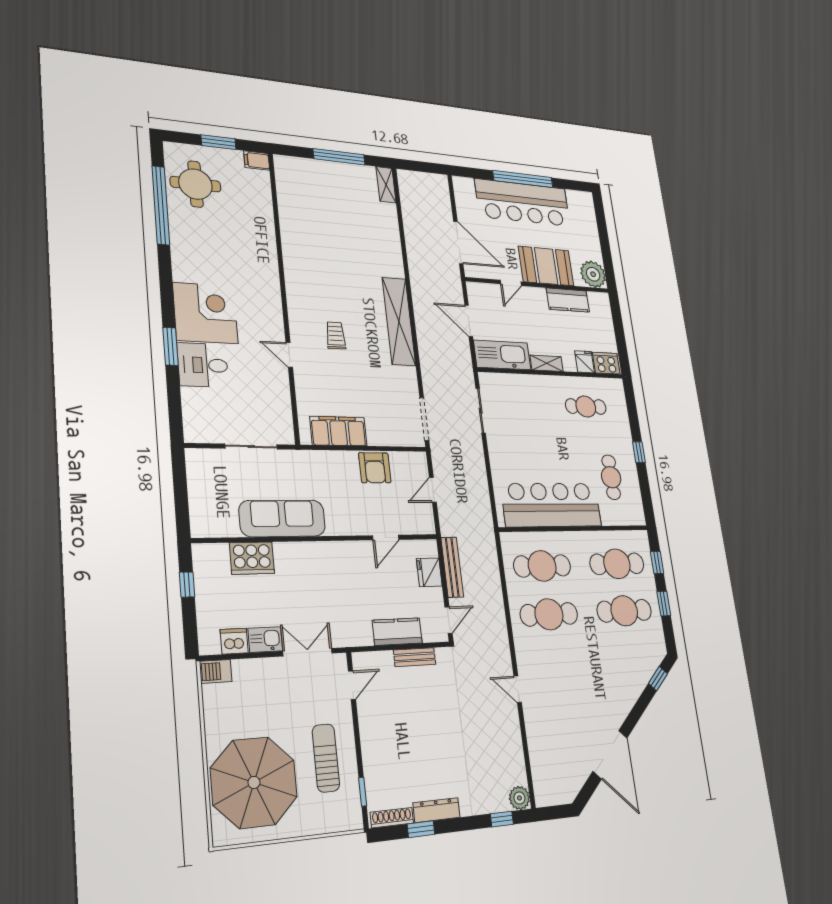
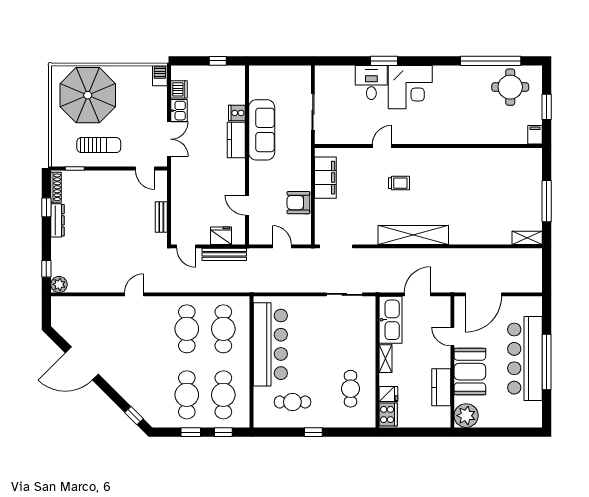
cooker: (252, 558) -> (237, 113), width x0.53, depth x0.76
kitchen counter: (397, 632) -> (236, 140), moved, turned 180

